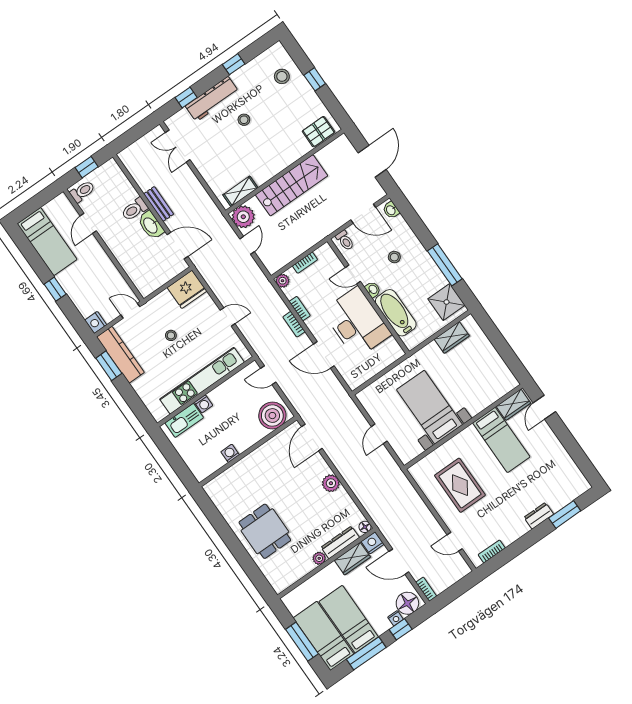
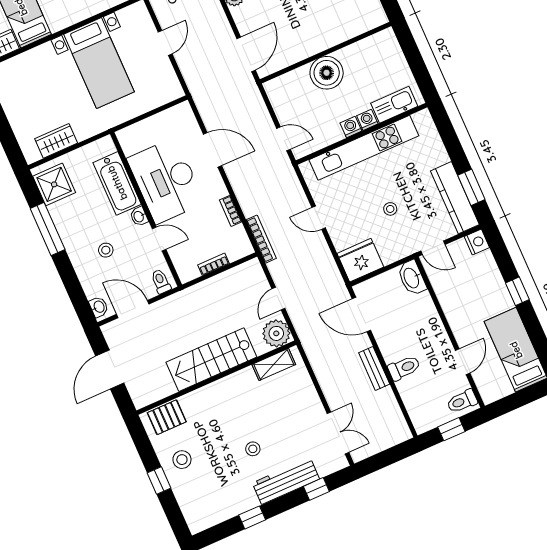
stool: (282, 76) -> (182, 460), moved
washbasin: (151, 225) -> (412, 278), moved, turned 180
plant: (282, 281) -> (245, 248), removed
bookcase: (294, 324) -> (261, 239), moved, width x1.56
boiler: (272, 416) -> (327, 73), moved
washing machine: (230, 453) -> (351, 127), moved, turned 180

